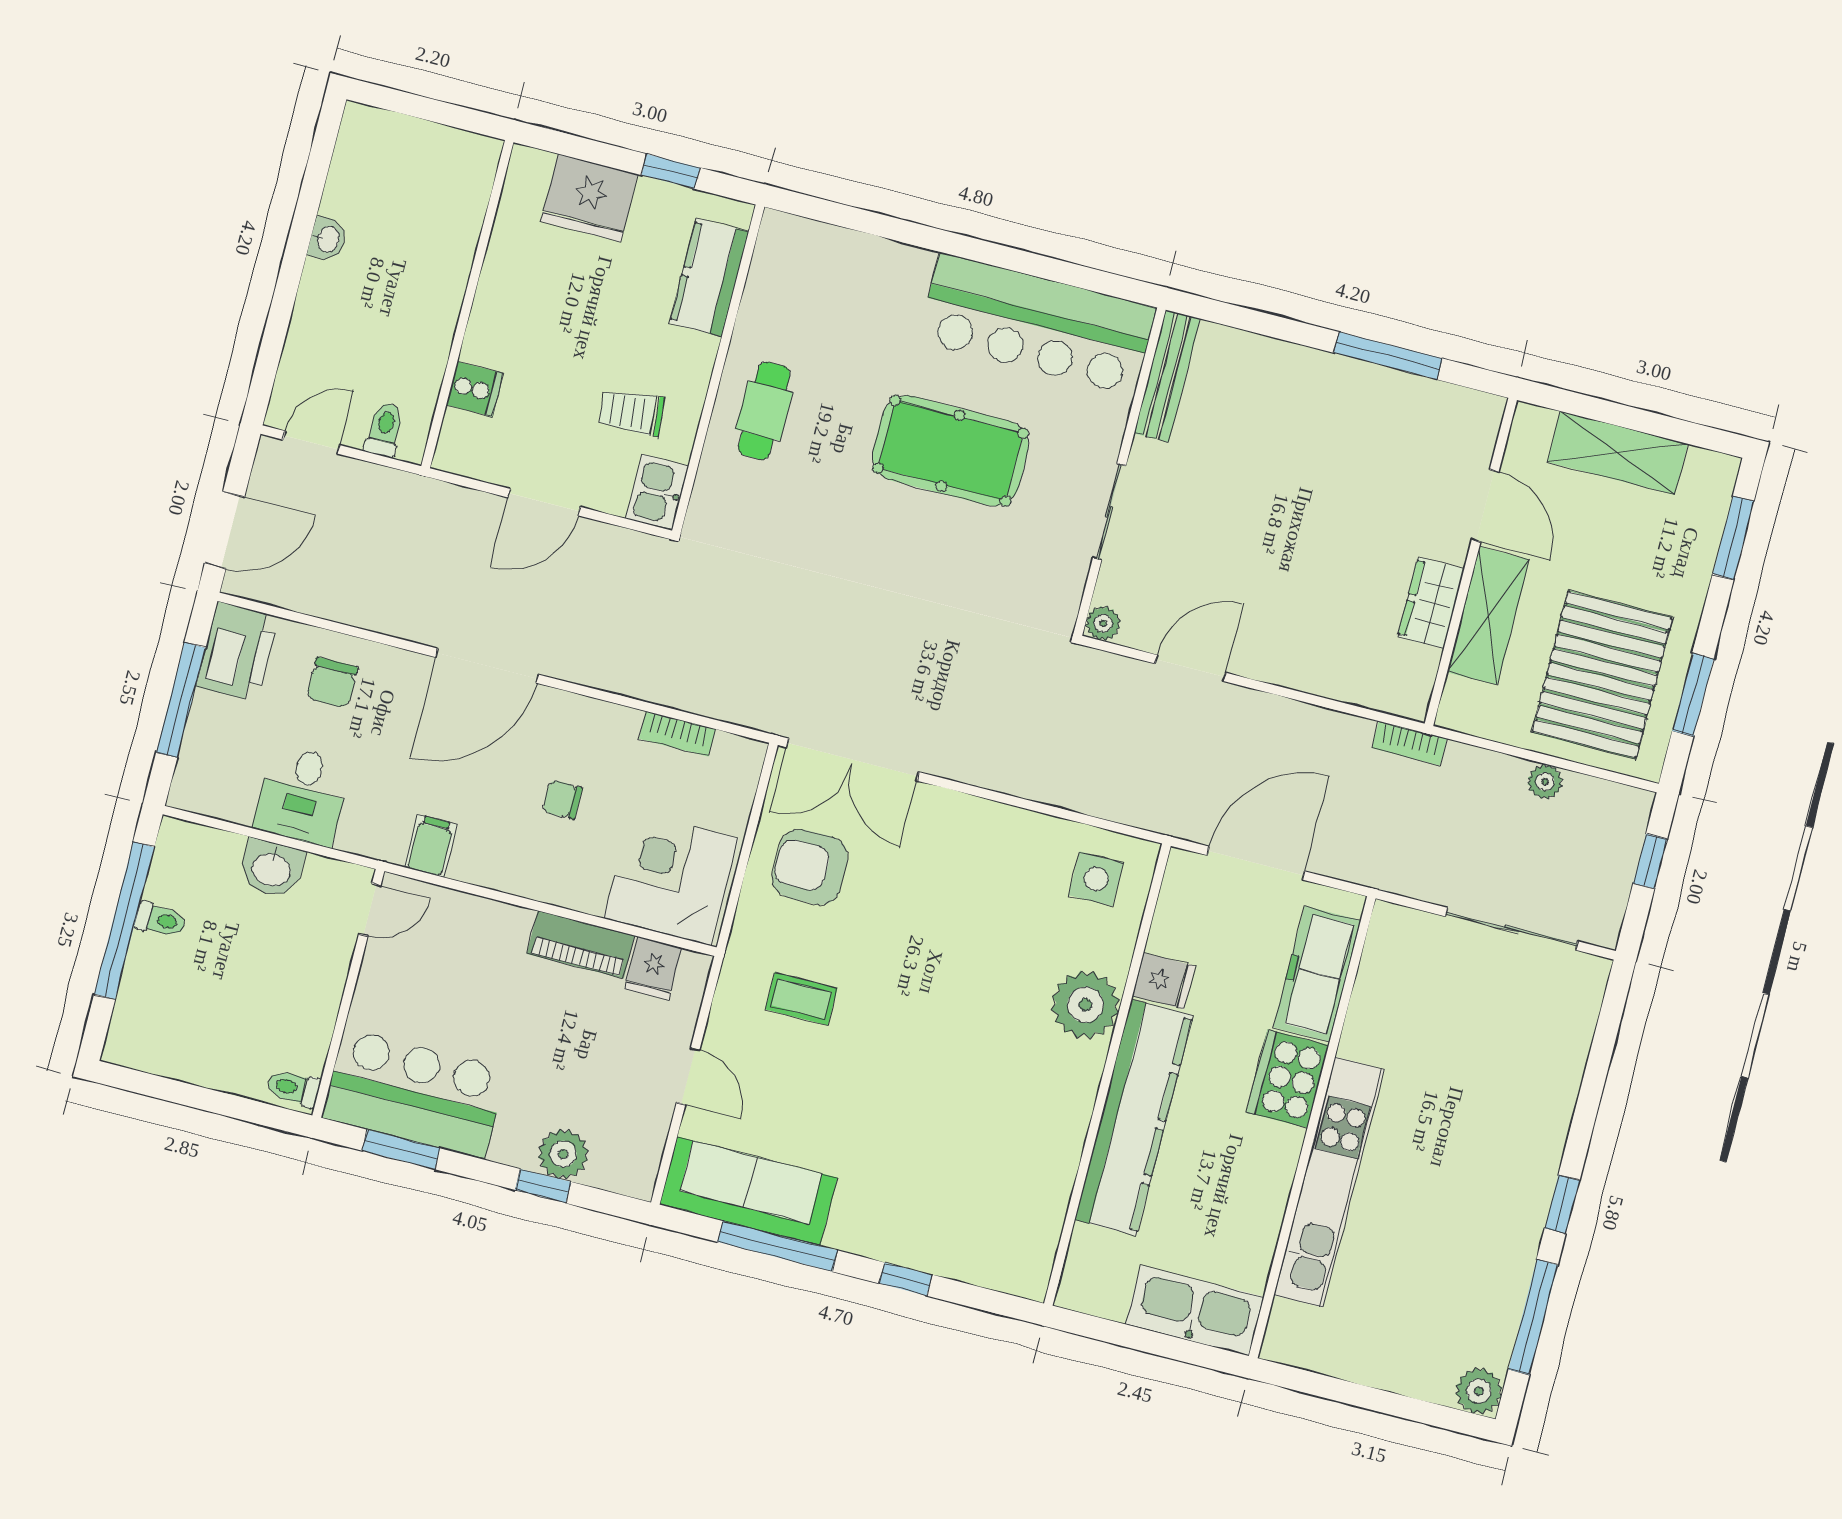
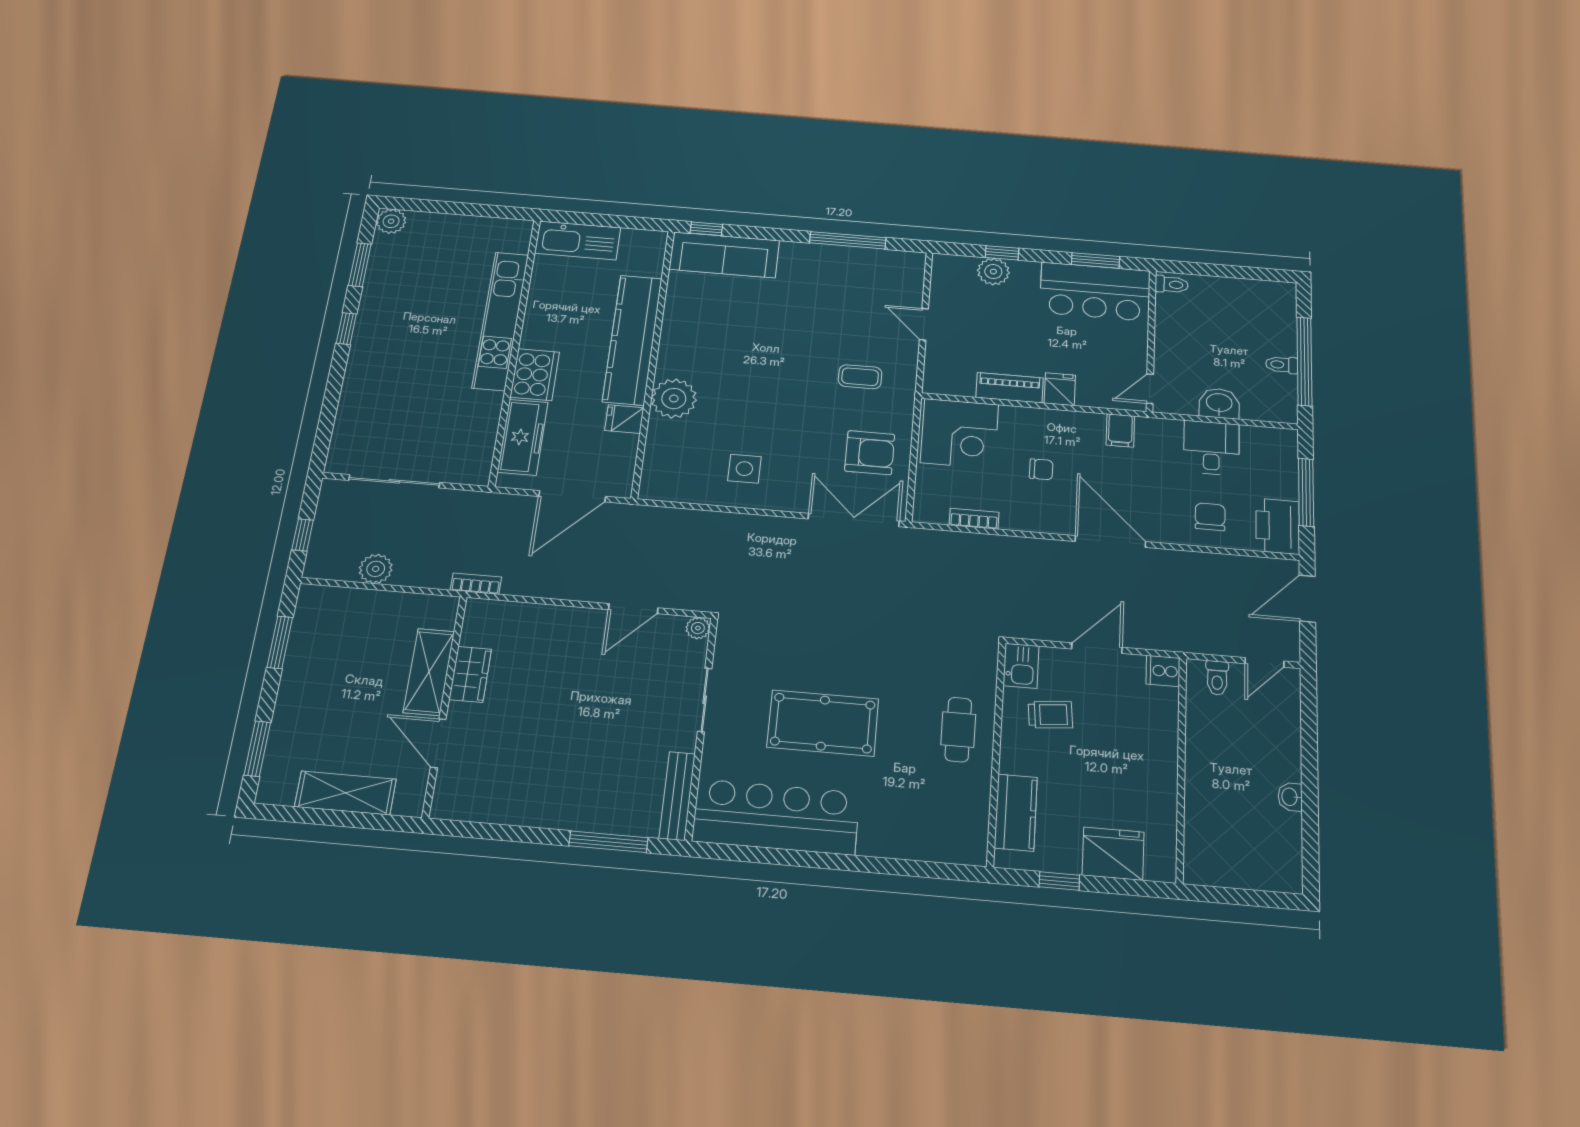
window: (1388, 356) -> (608, 842), moved
cooker: (475, 389) -> (1163, 671), moved
door: (487, 666) -> (1110, 542), hinge flipped
pallet: (1602, 675) -> (345, 646), removed
plant: (1545, 782) -> (376, 569), width x1.38, depth x1.38
side table: (1096, 879) -> (744, 469), moved
fridge: (653, 968) -> (1060, 389), moved
sofa: (749, 1191) -> (724, 255), moved
window: (905, 1279) -> (706, 229), moved
window: (1533, 1317) -> (360, 265), width x0.69

